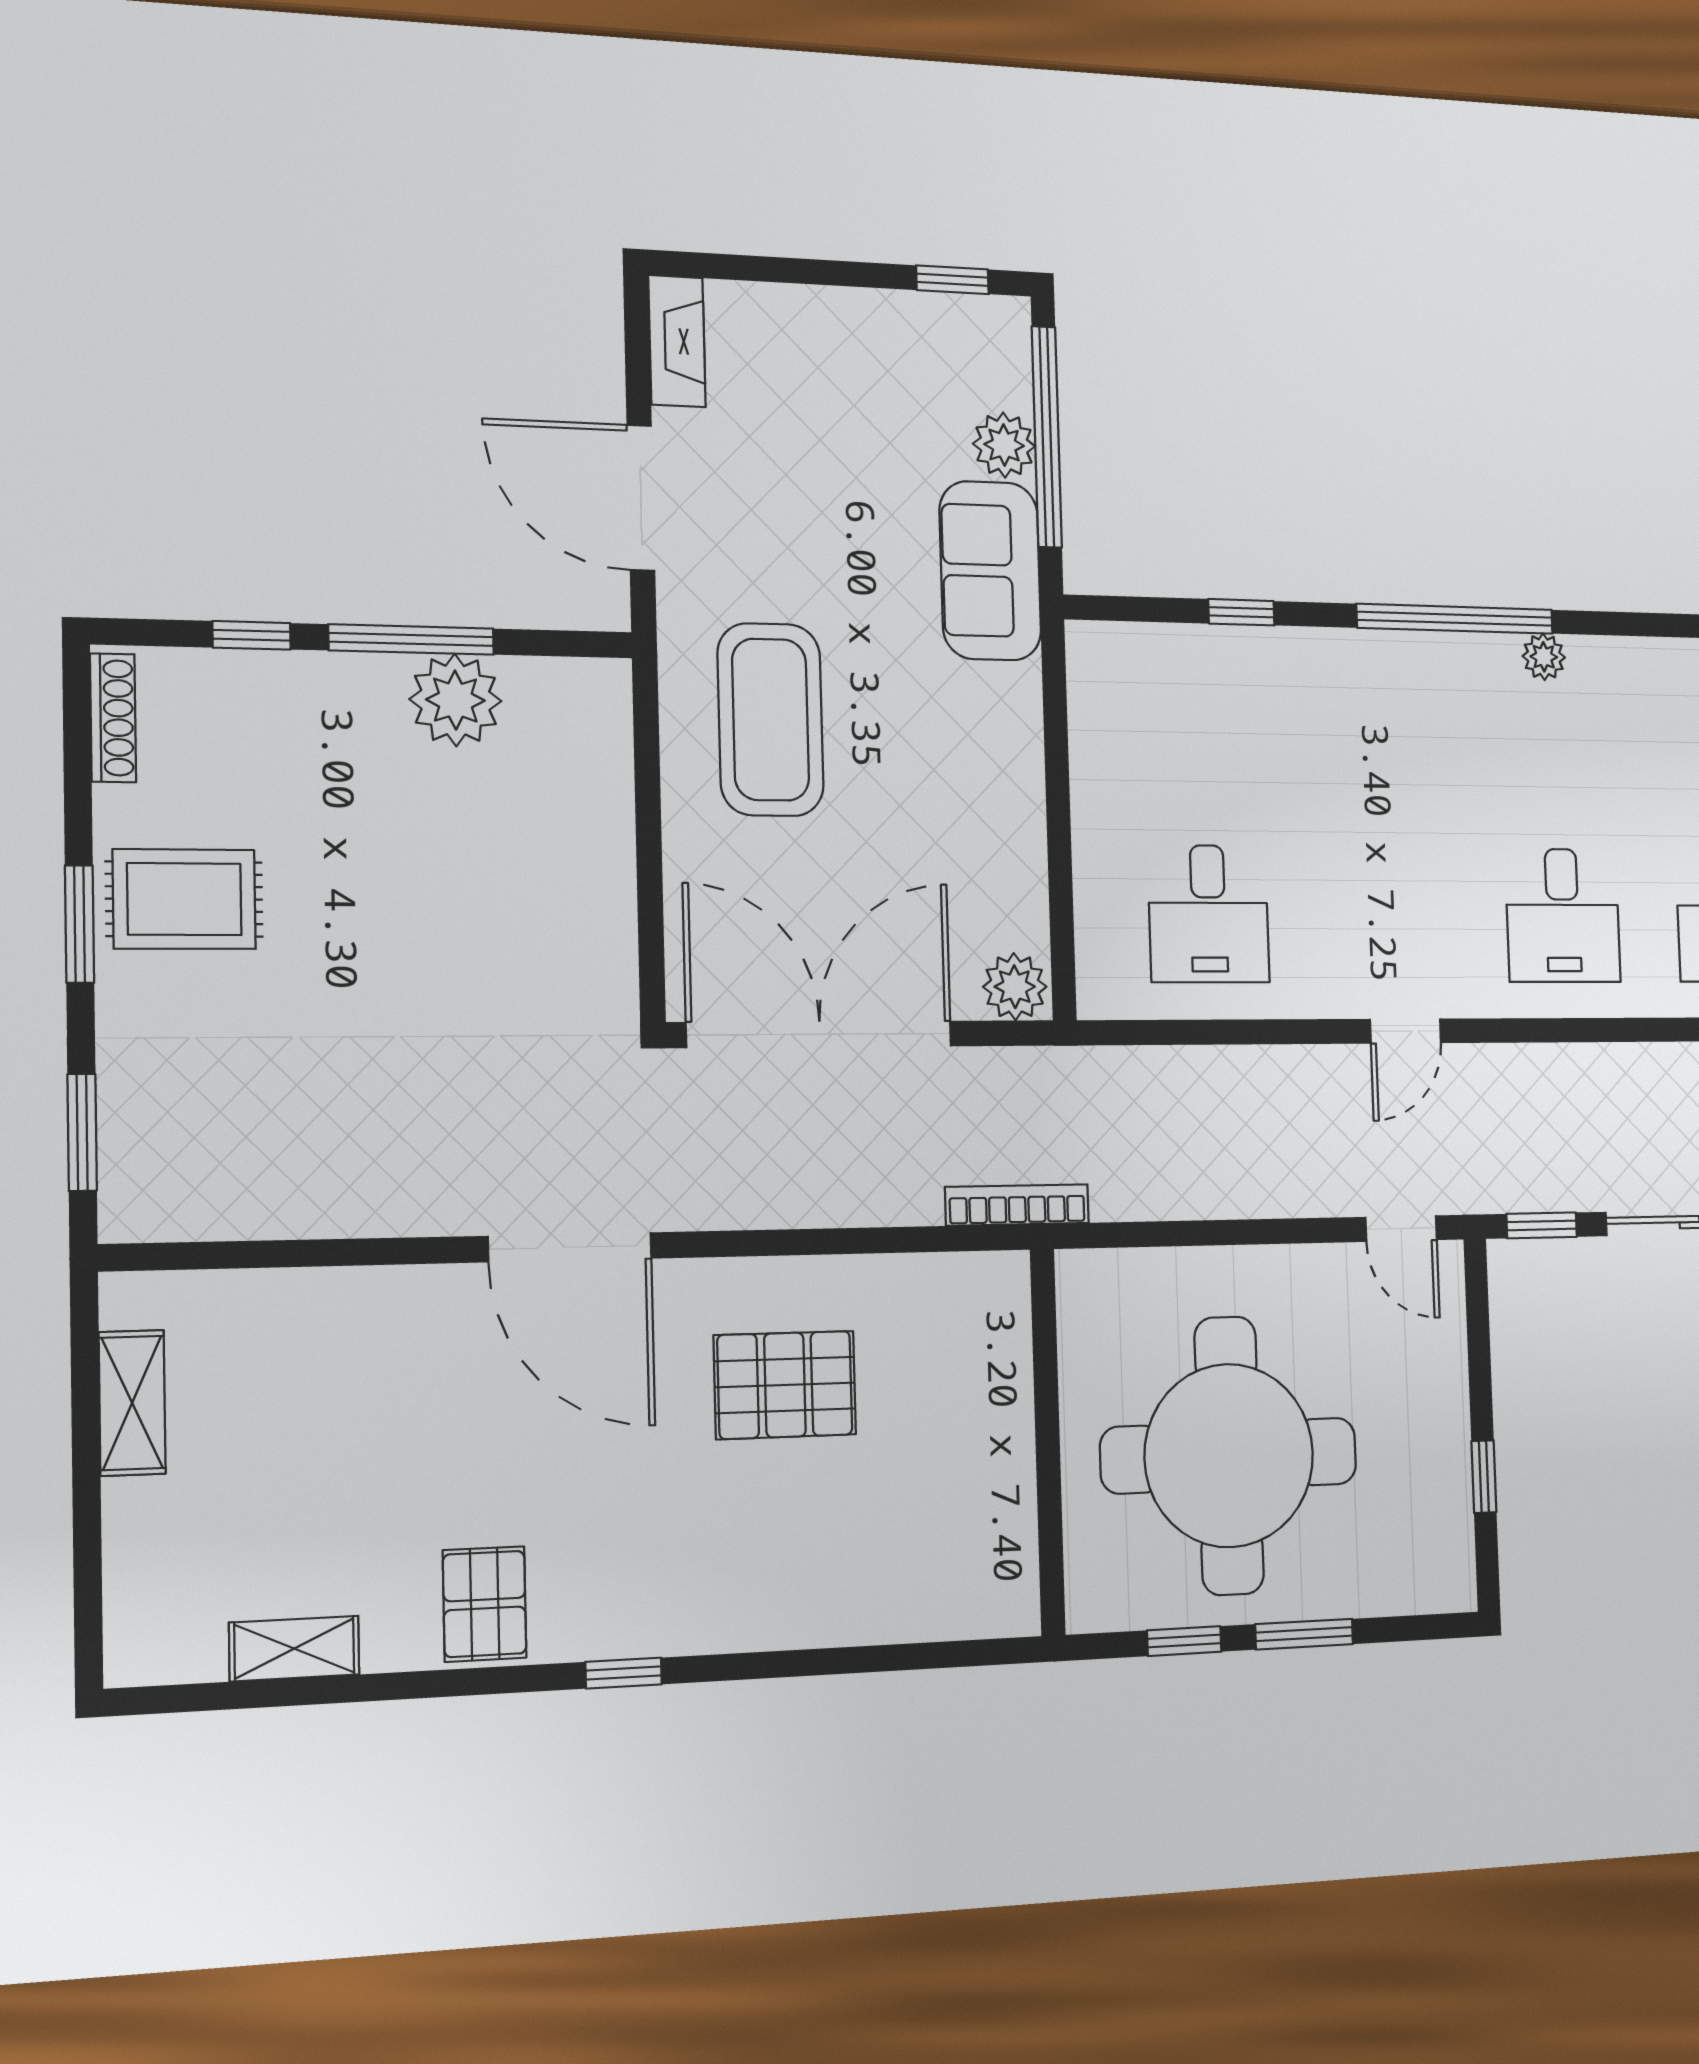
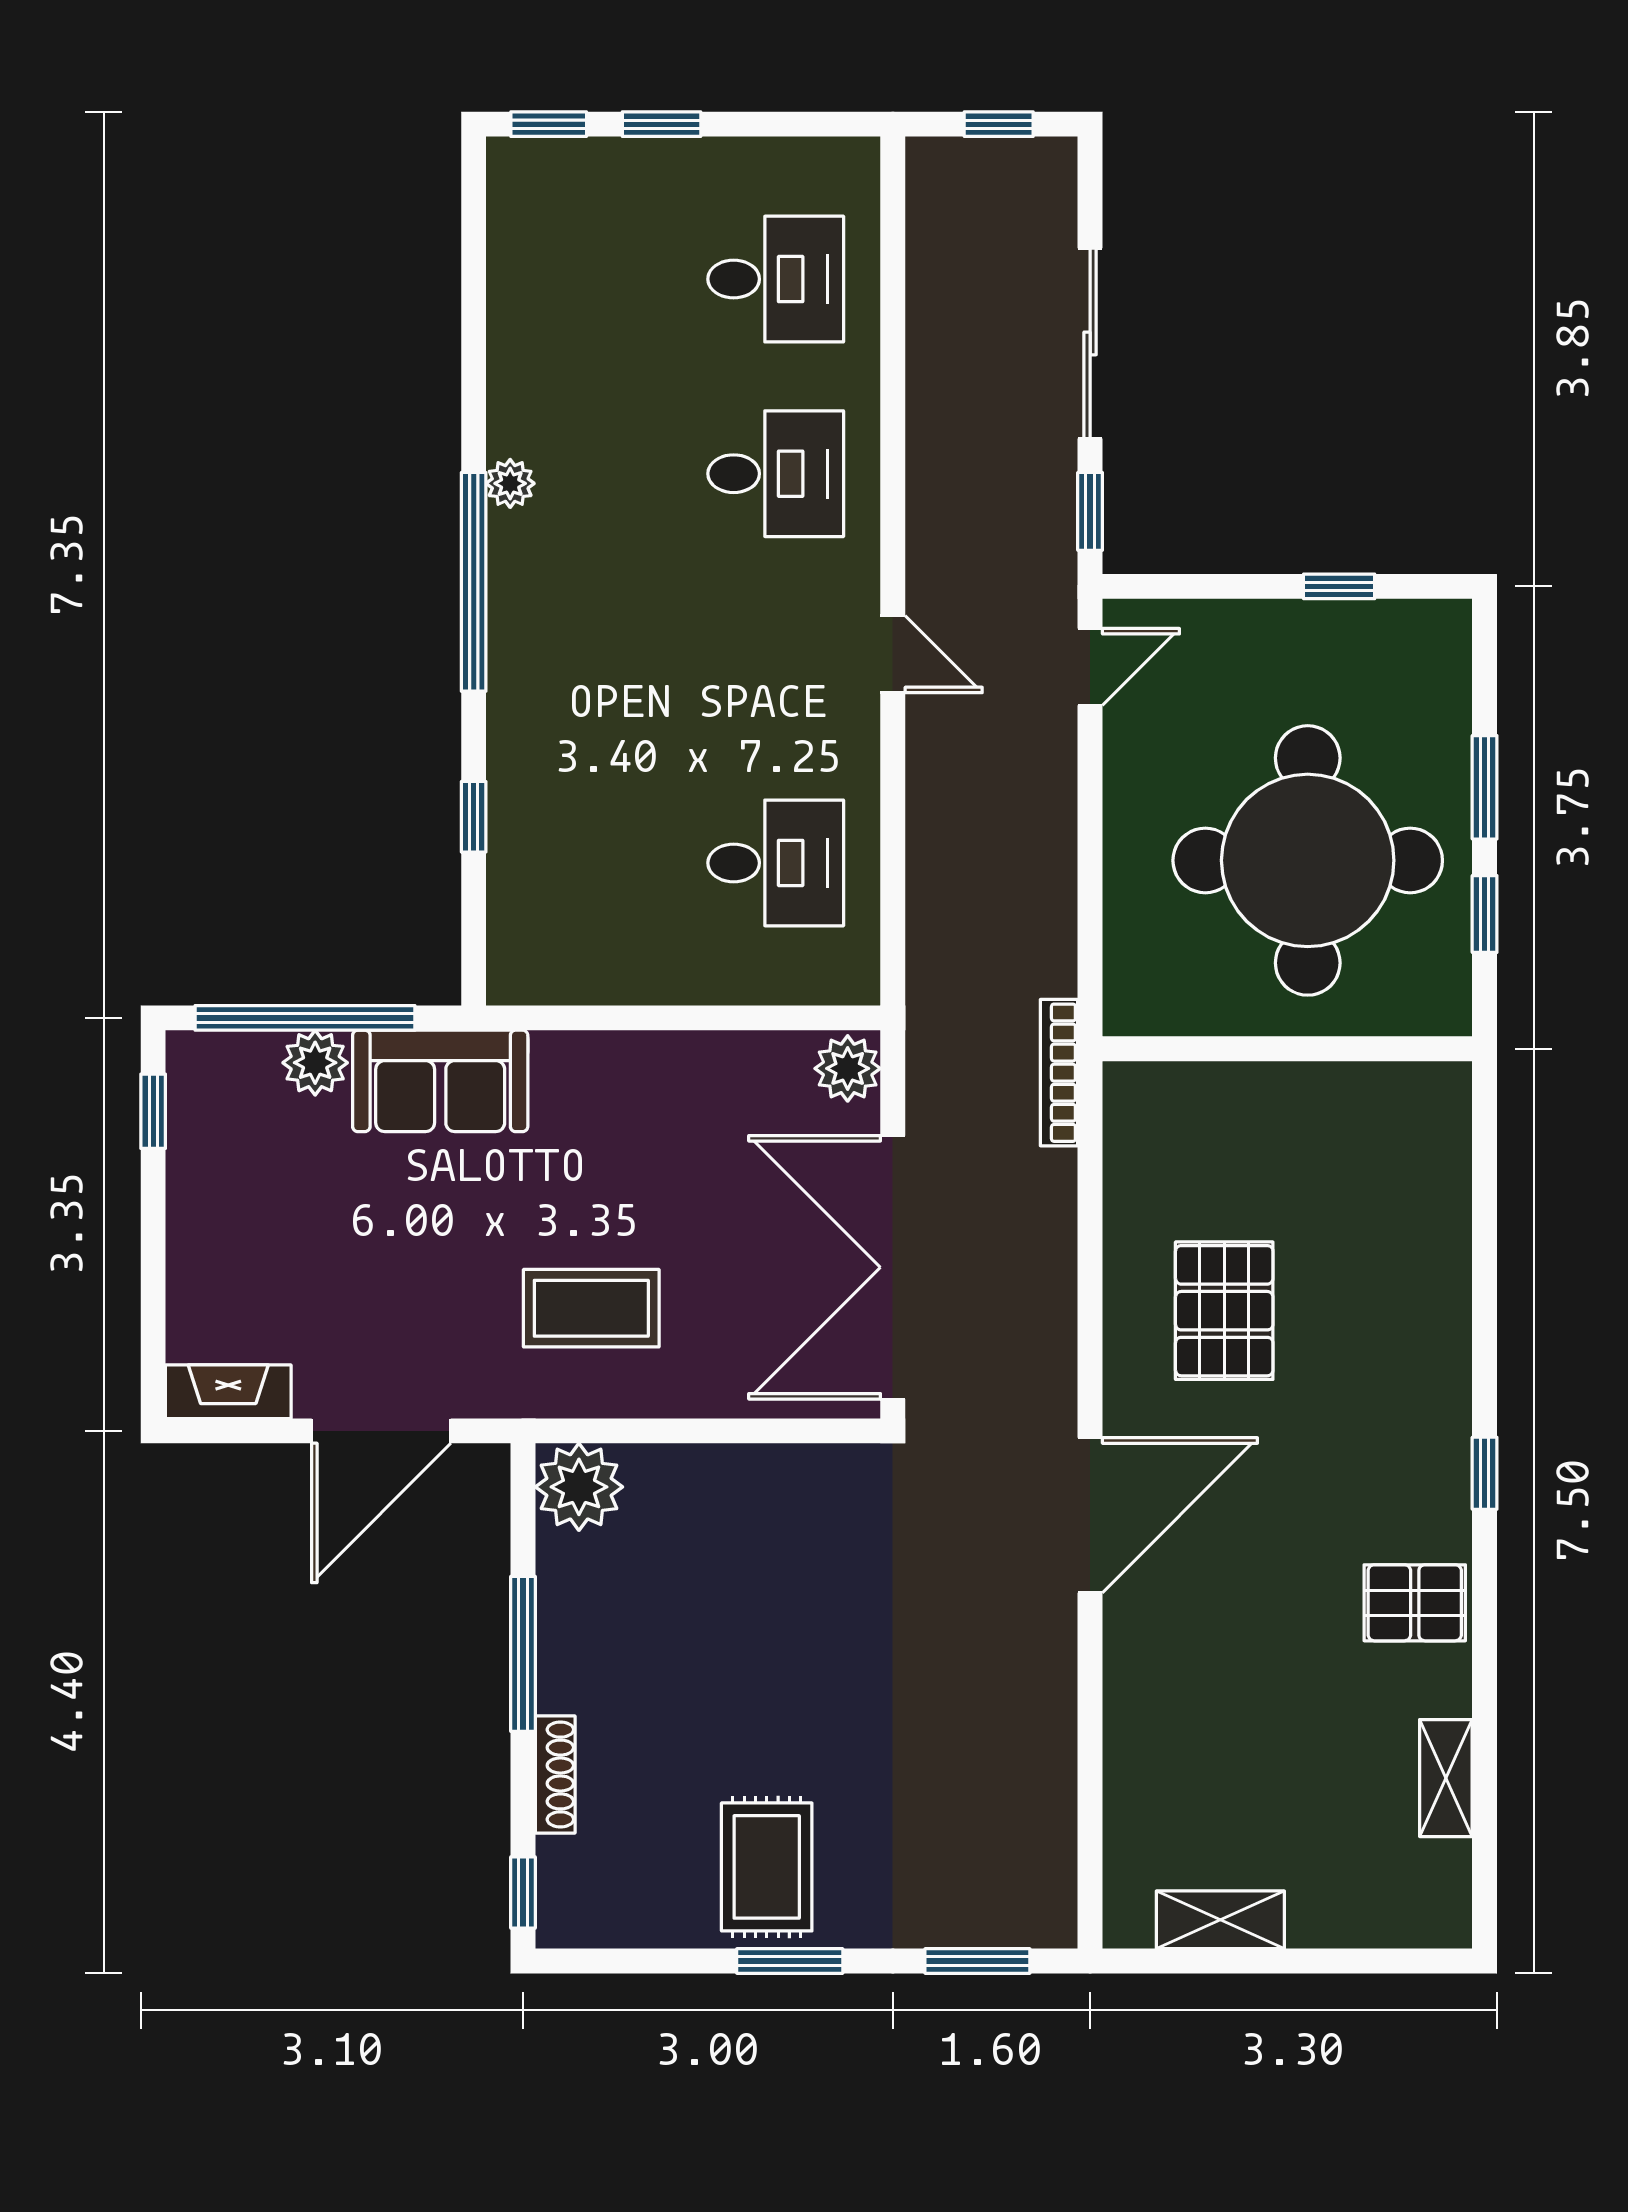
window: (252, 635) -> (523, 1893), moved
plant: (455, 700) -> (579, 1487), moved
shoe rack: (113, 718) -> (555, 1774), moved, turned 90
coffee table: (771, 720) -> (591, 1308), width x0.73, depth x0.76

